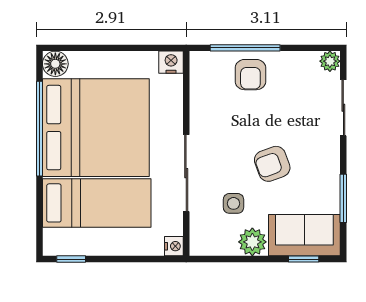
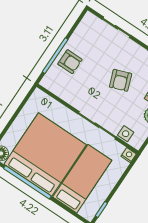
plant: (330, 61) -> (89, 19), removed
nightstand: (171, 62) -> (38, 96), removed
side table: (233, 203) -> (126, 134), moved

